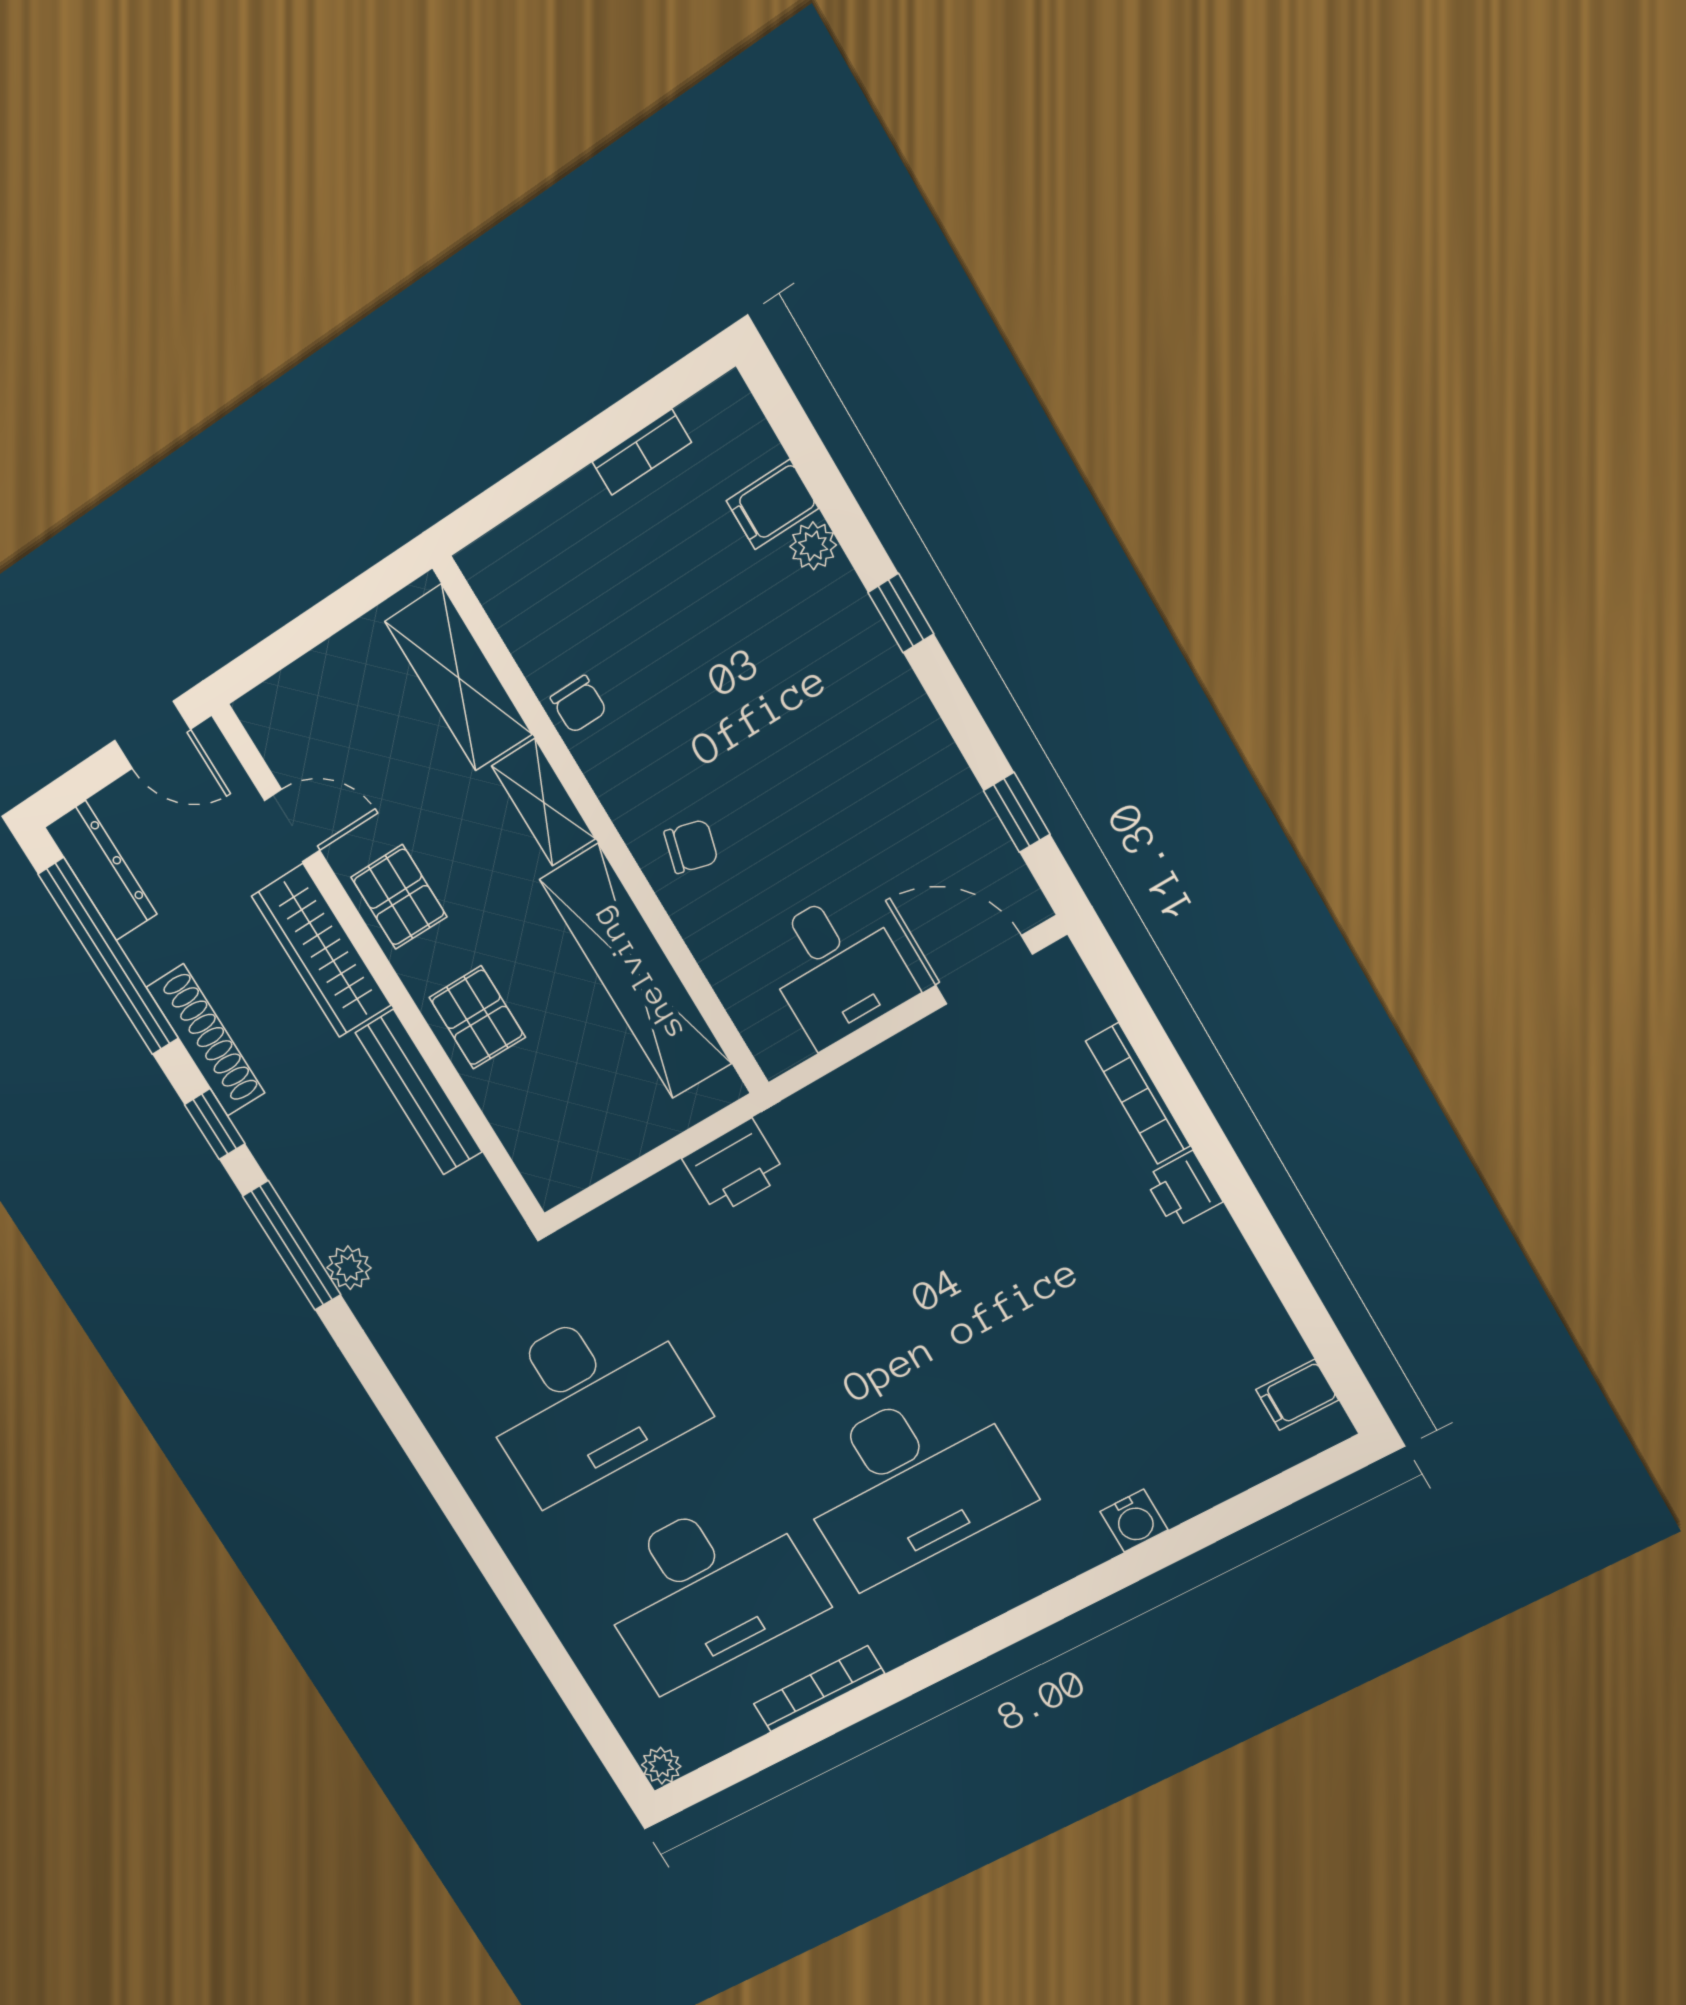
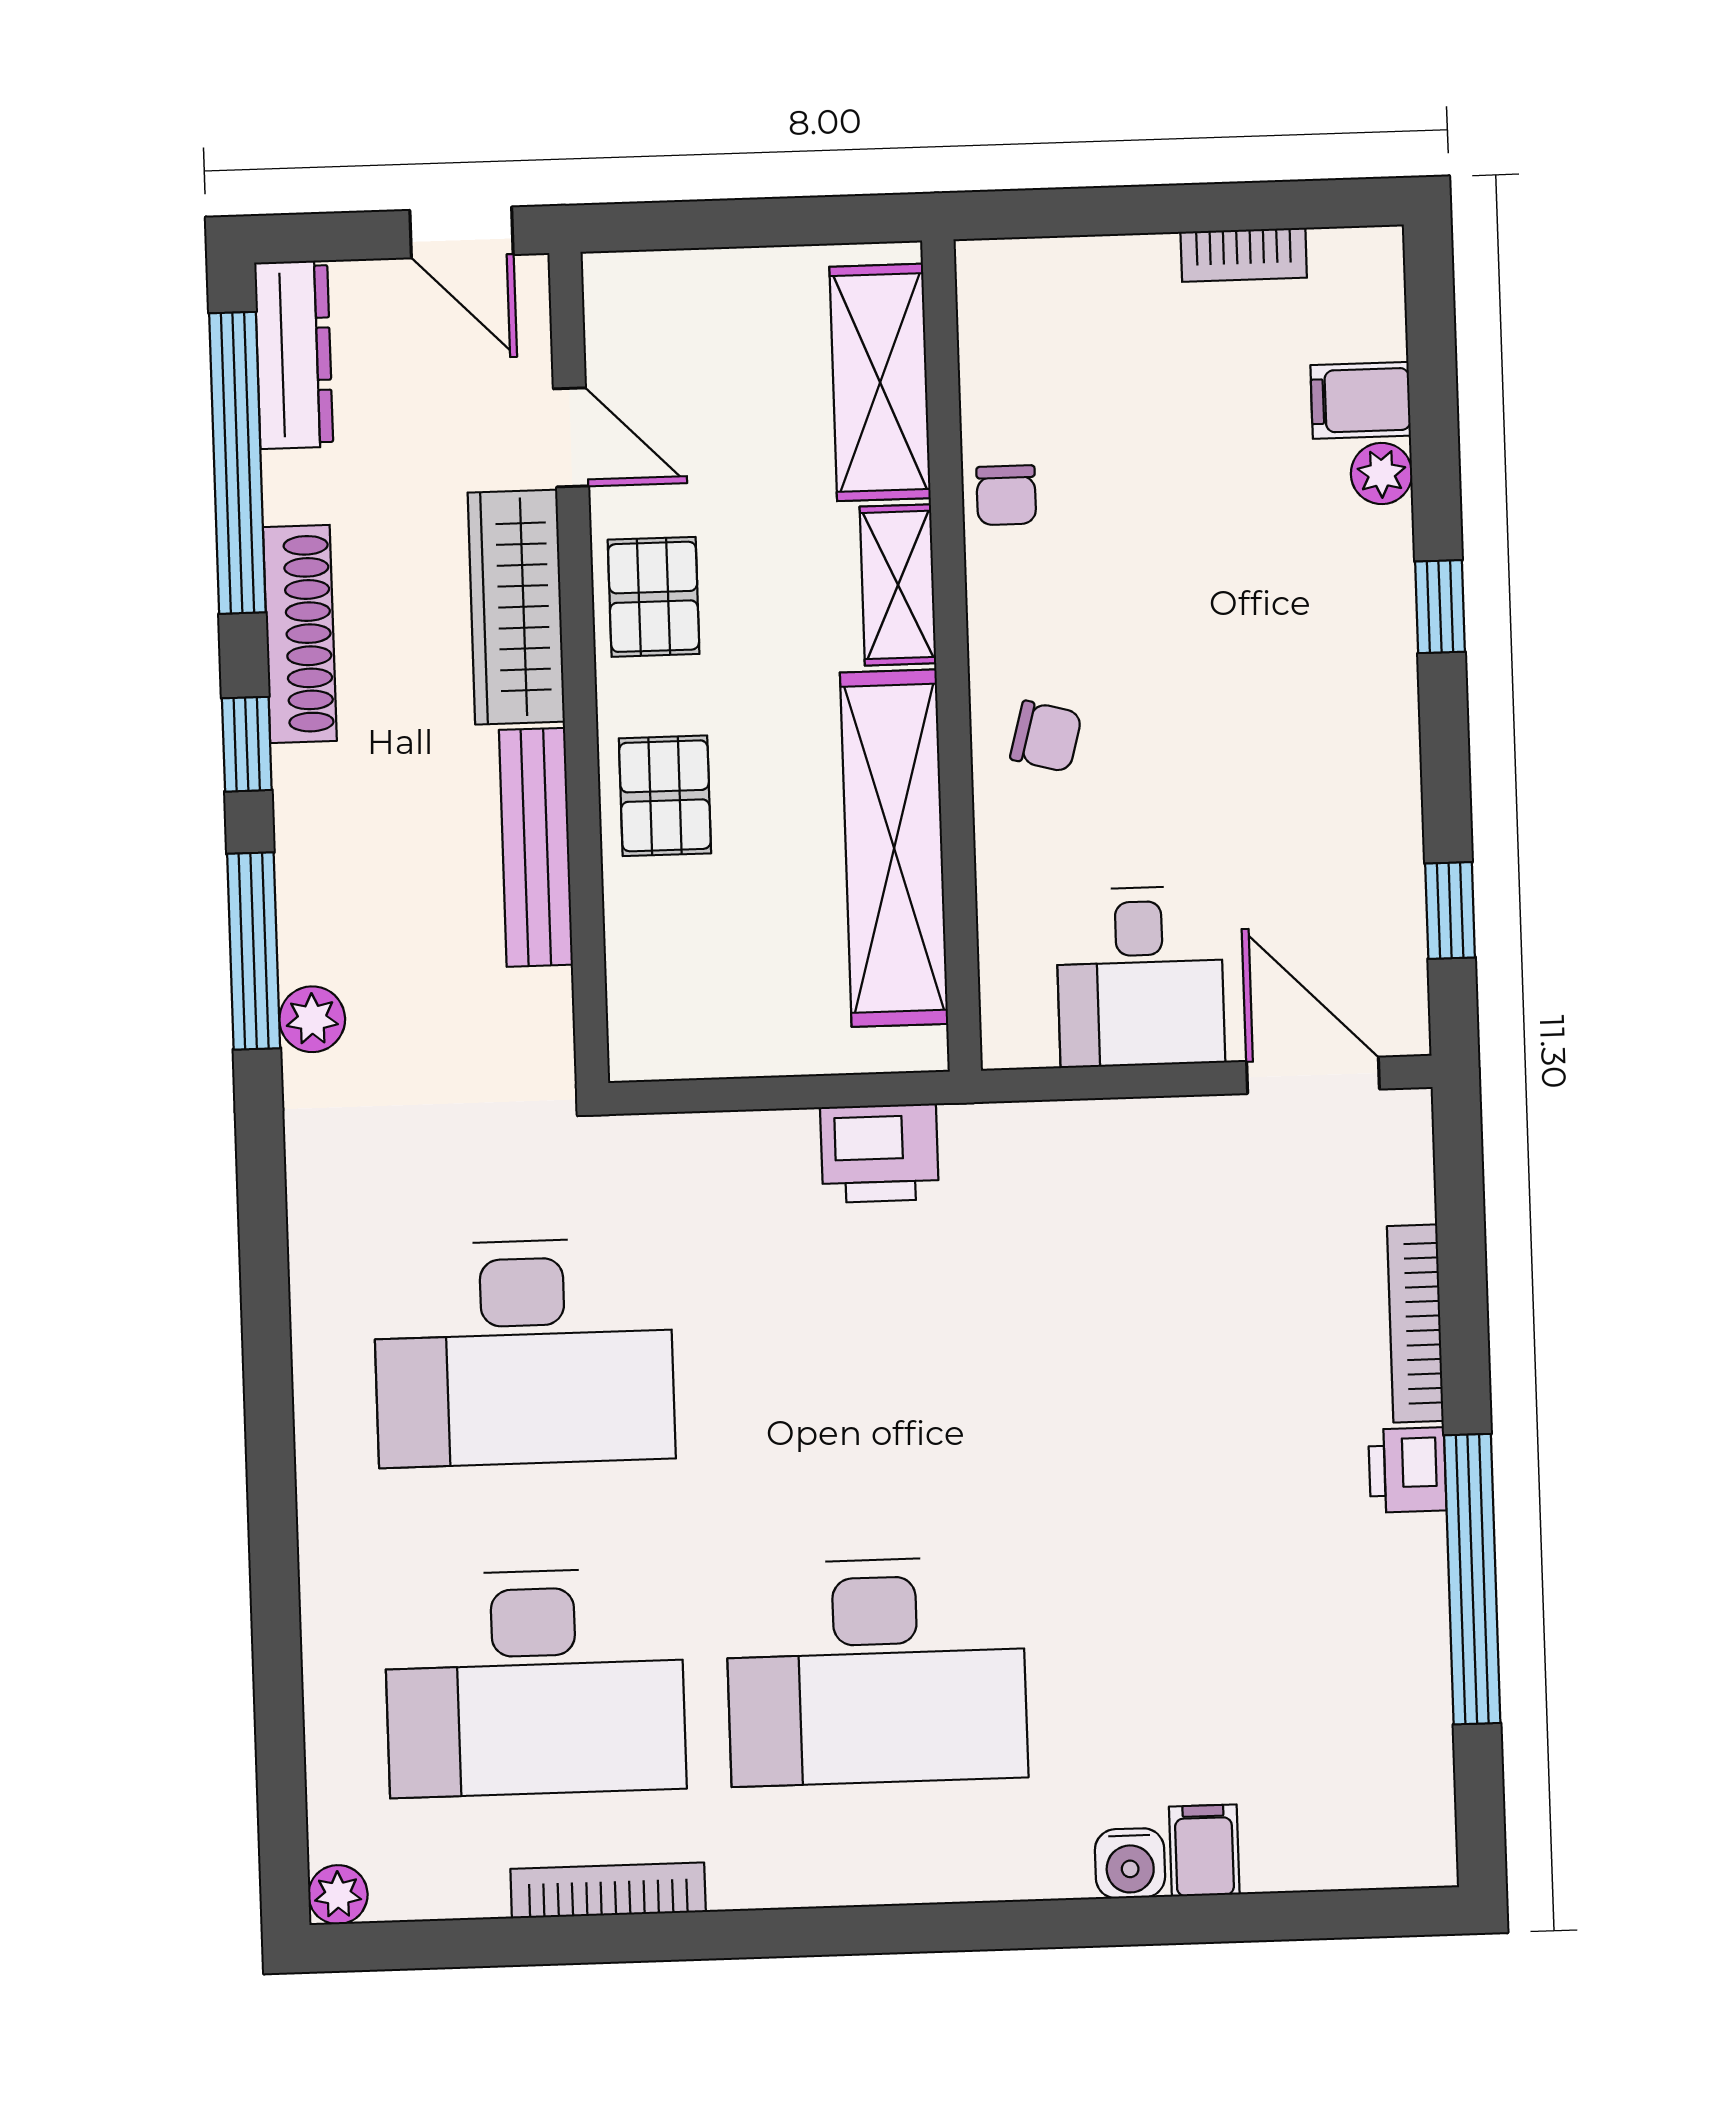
window: (1264, 1237) -> (1472, 1579), added
filing cabinet: (1297, 1395) -> (1204, 1850), moved, turned 90

